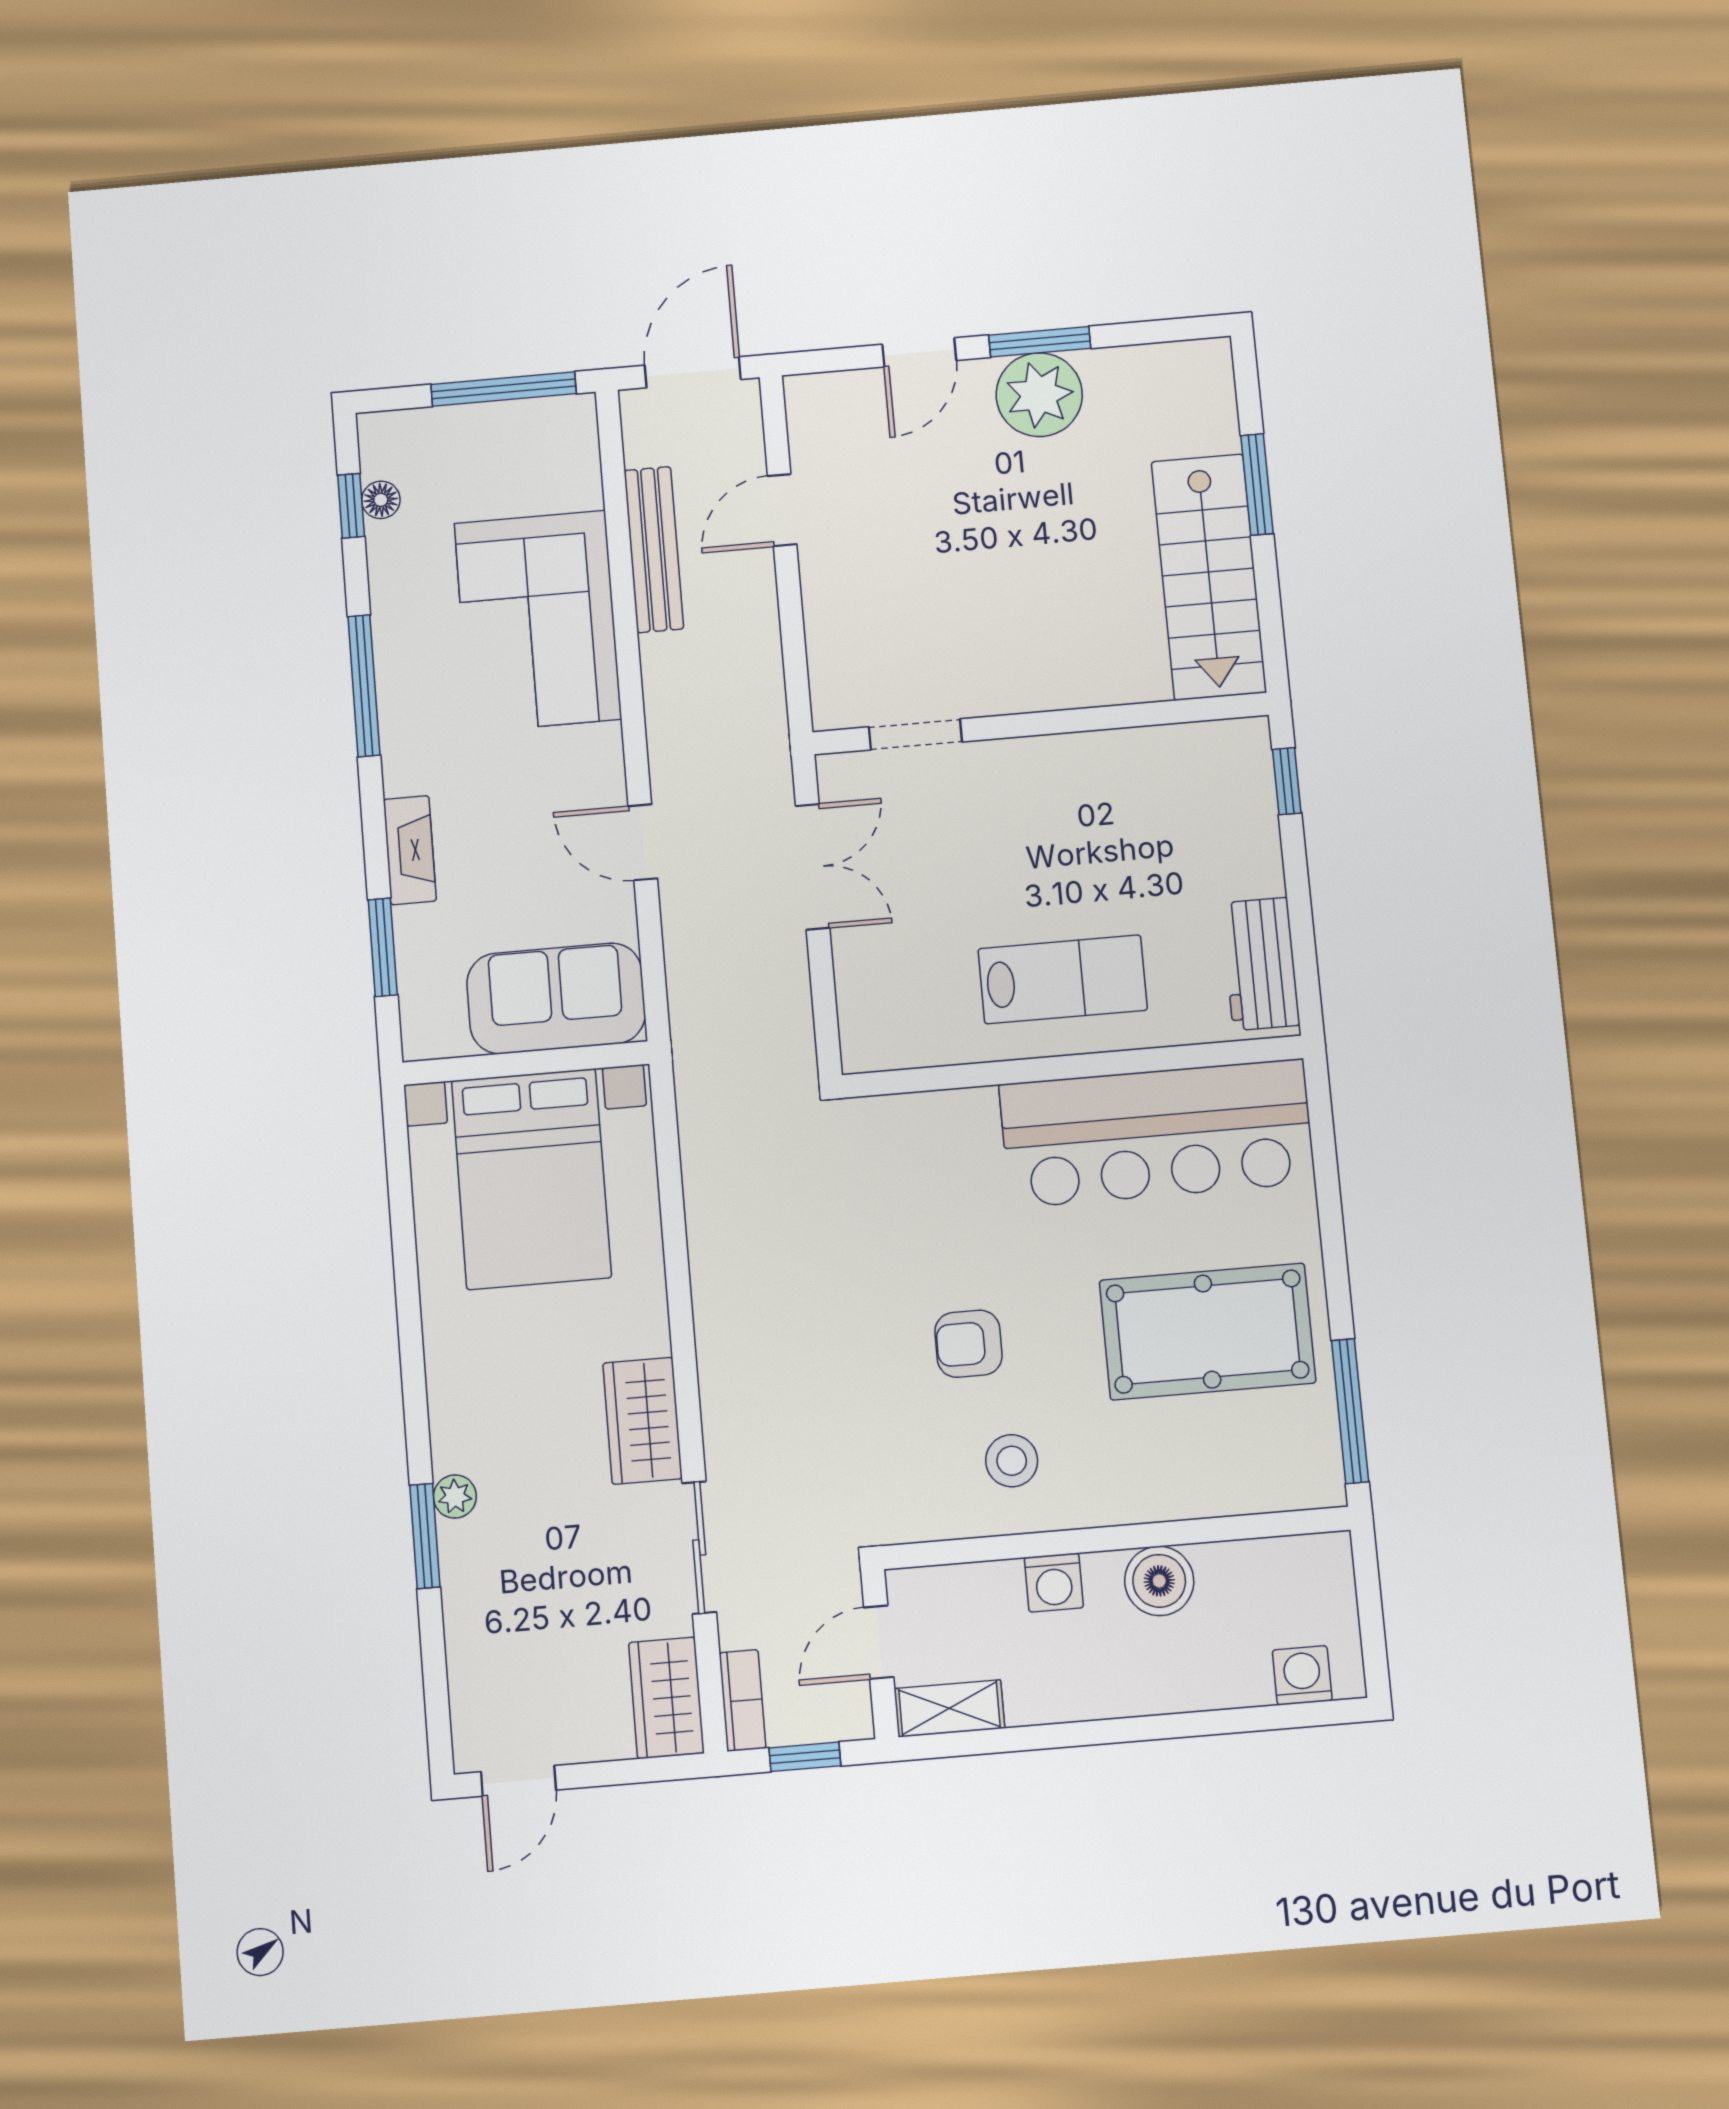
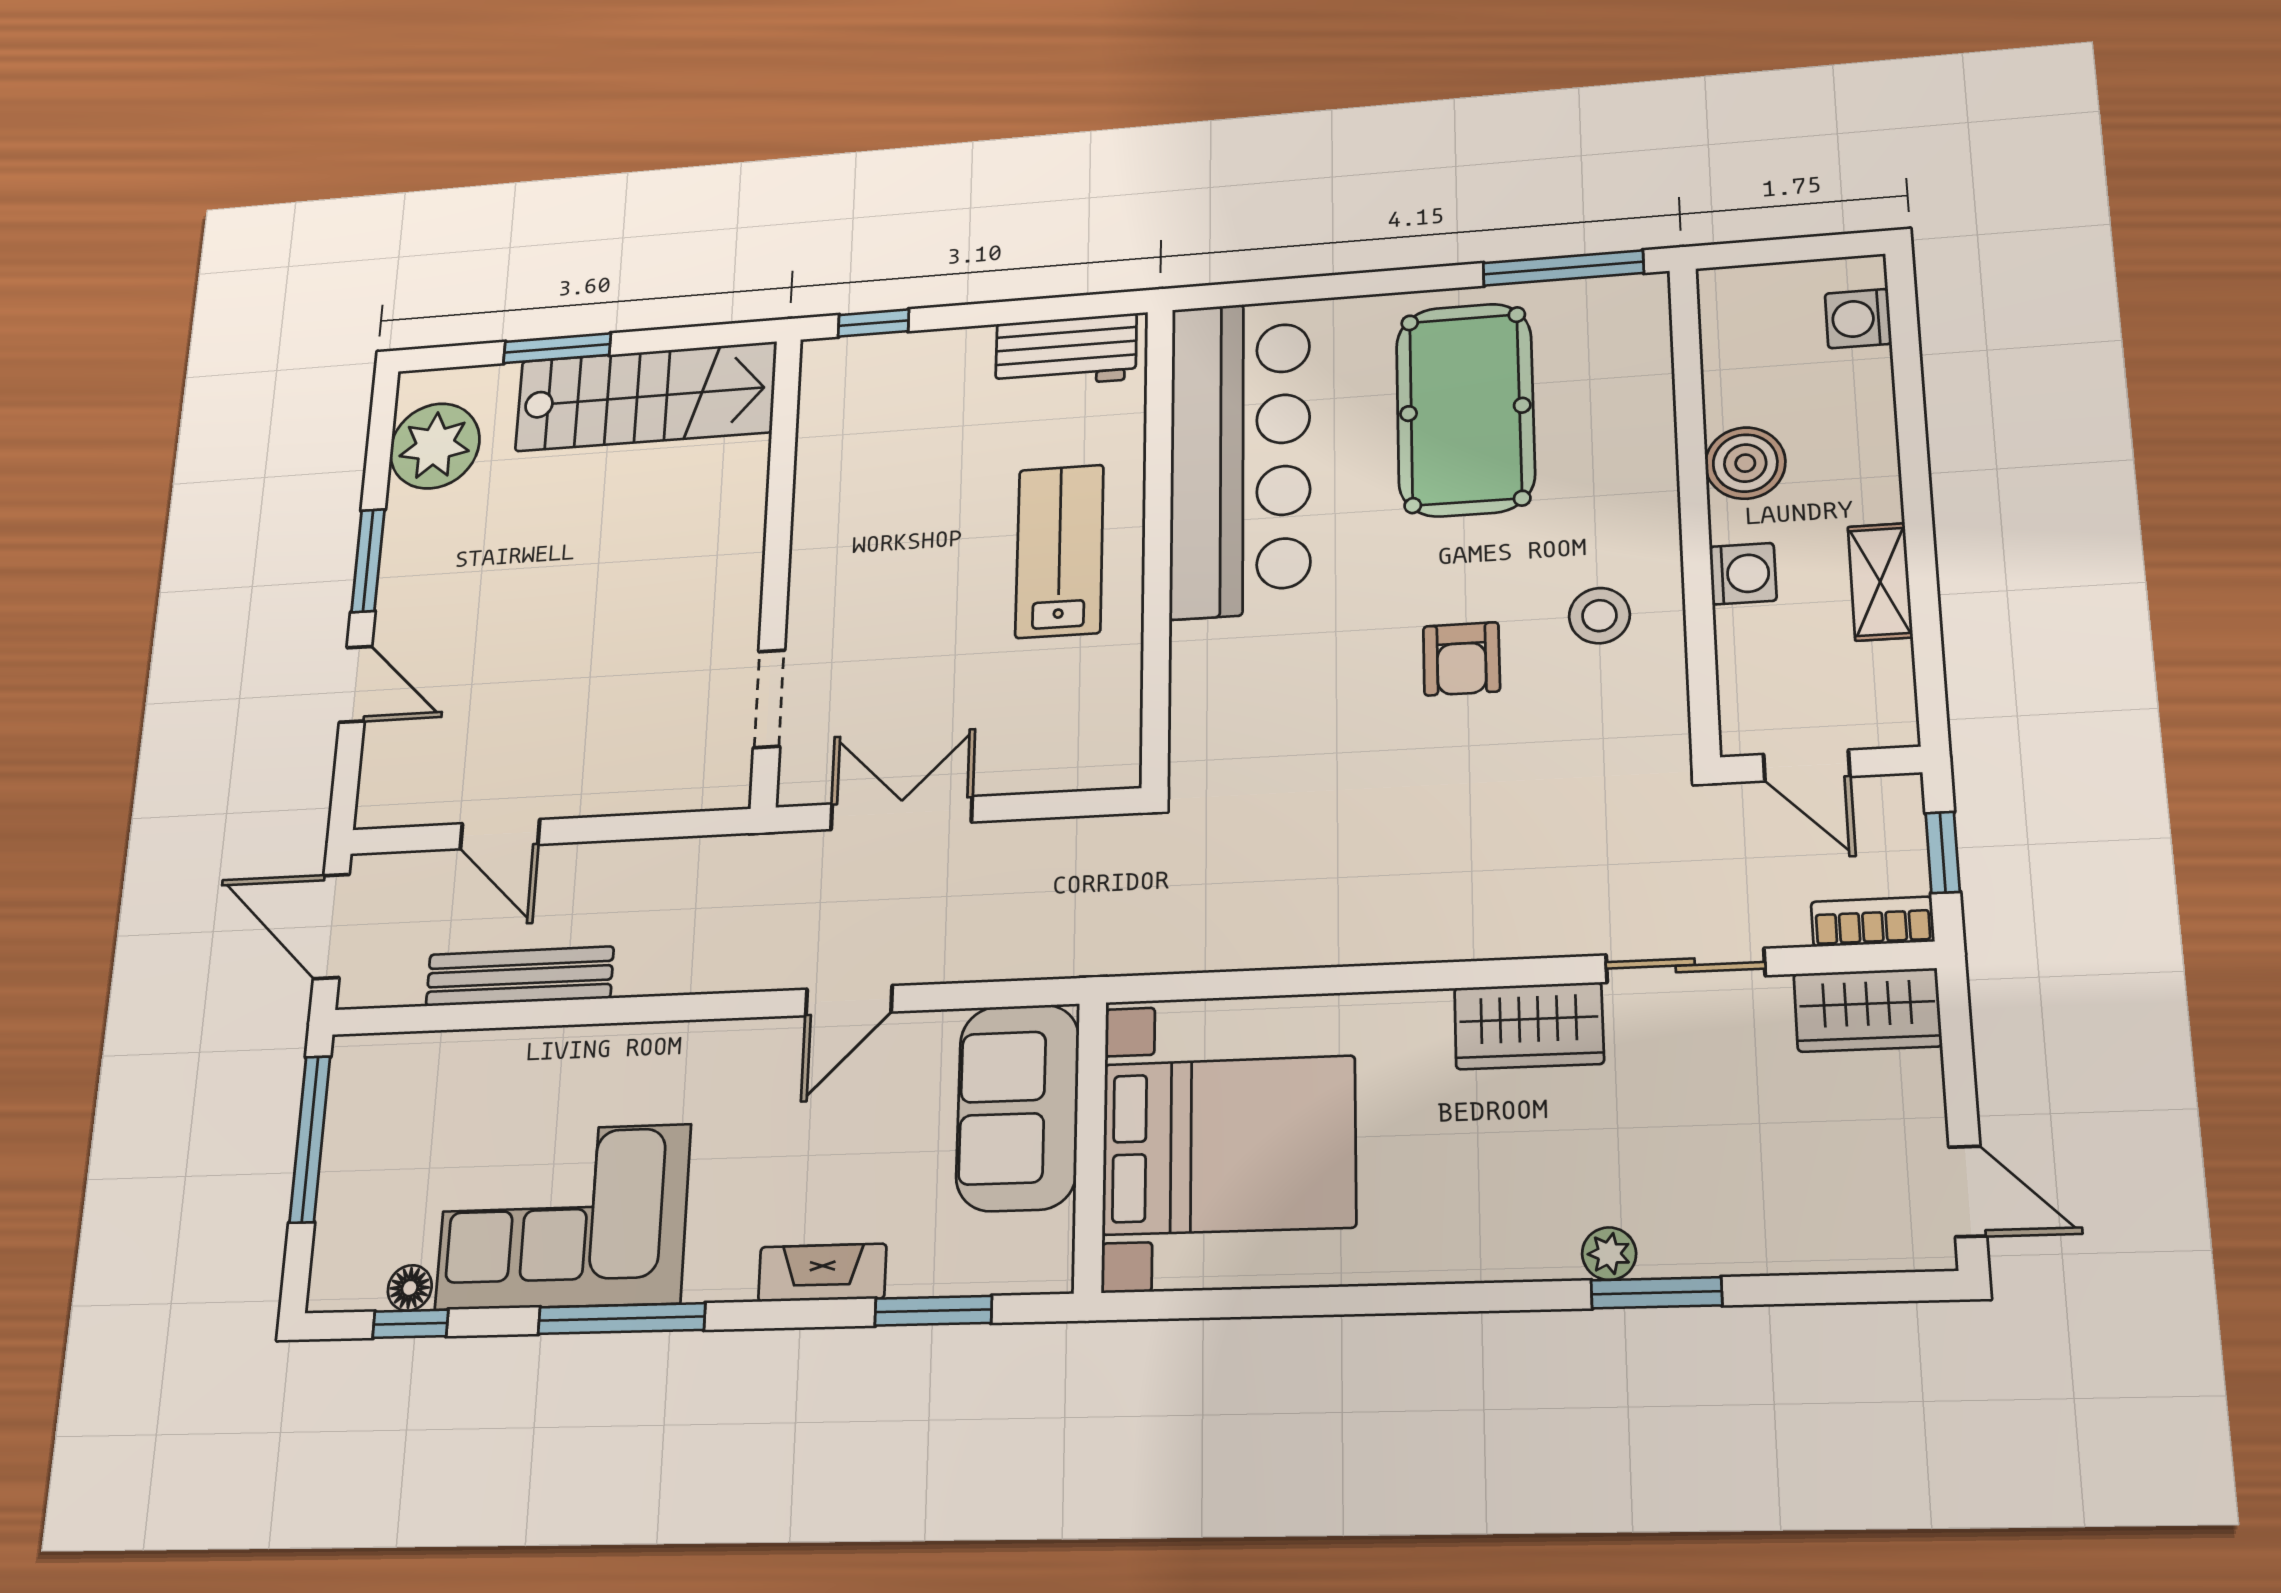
plant: (1039, 395) -> (435, 446), moved
corner sofa: (538, 621) -> (563, 1217), moved, turned 180
shelving: (949, 1708) -> (1880, 582), moved

